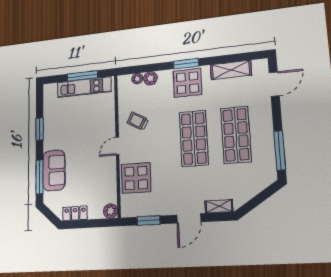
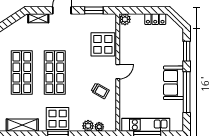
window: (40, 129) -> (187, 92), width x2.11
sofa: (54, 170) -> (173, 83), moved
window: (39, 177) -> (187, 51), width x0.69

